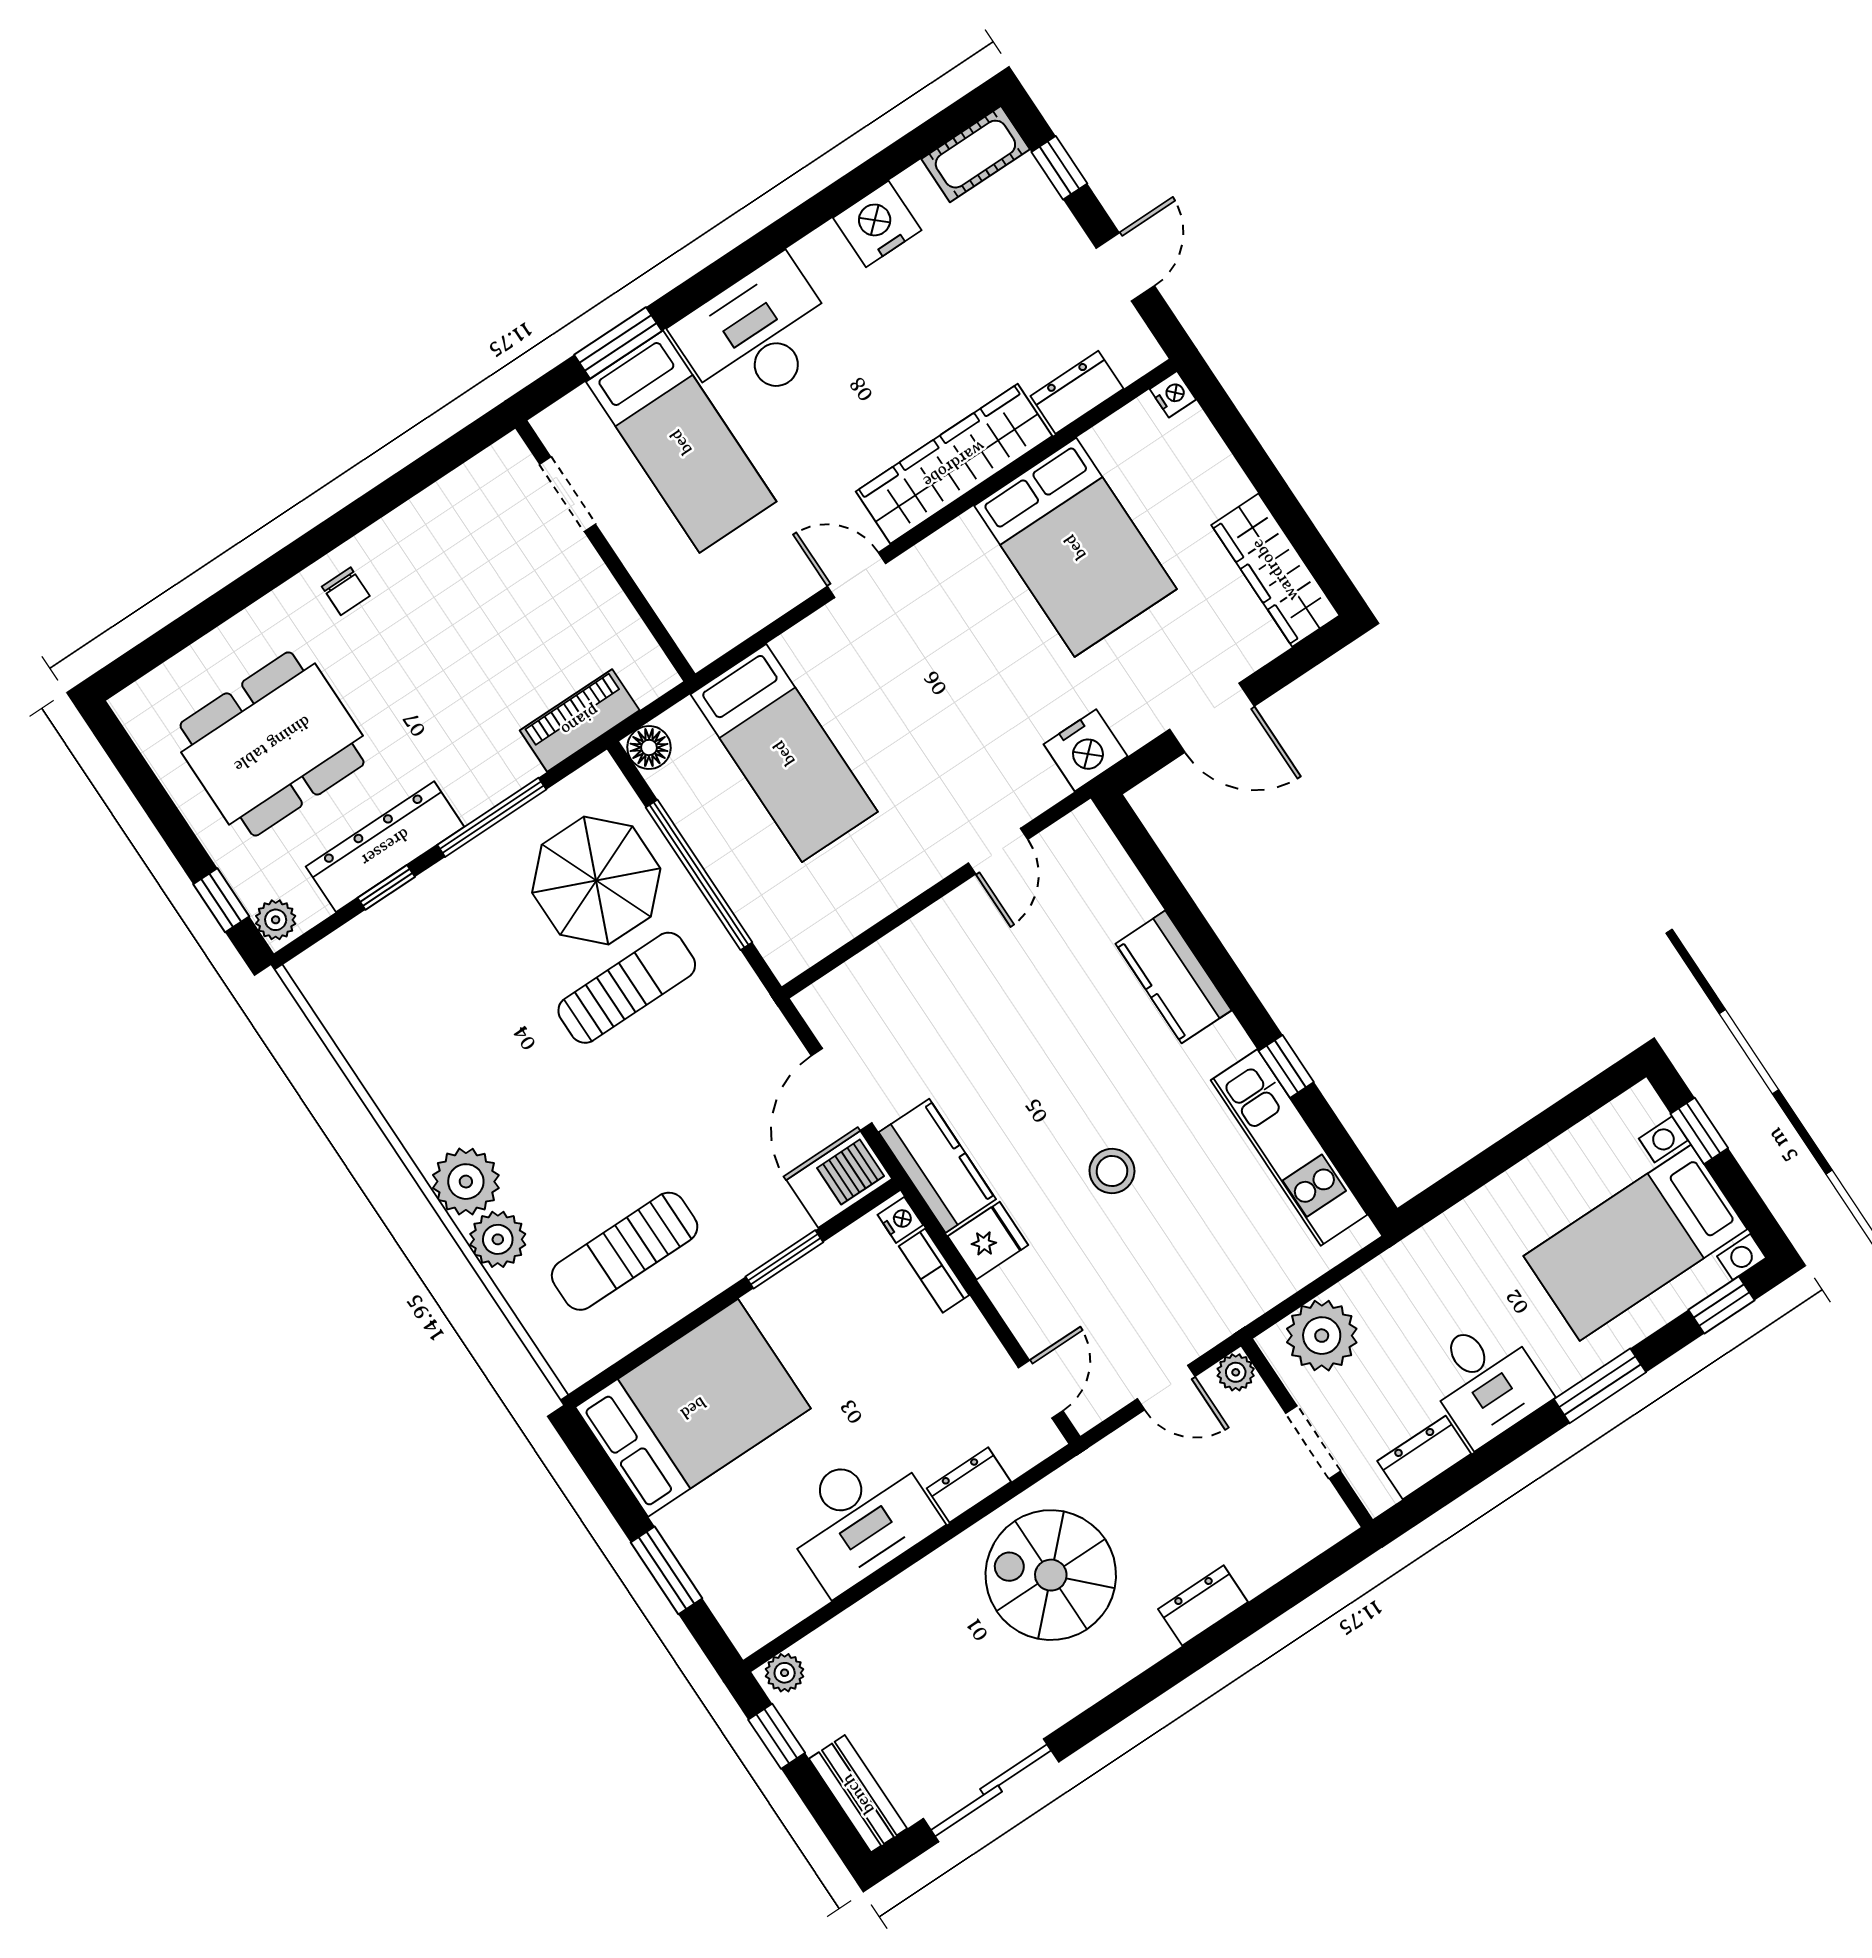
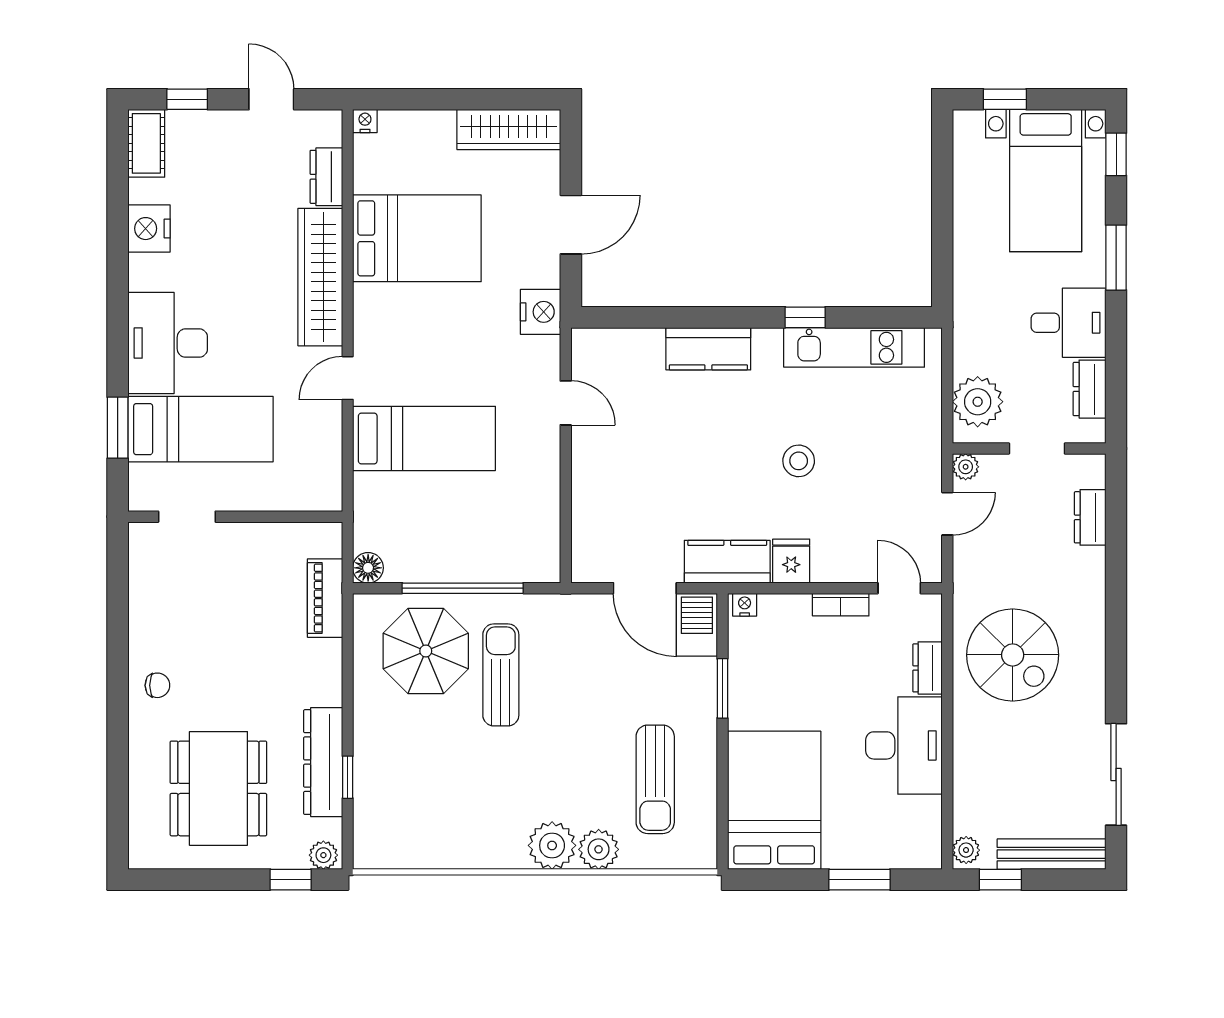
bed: (784, 753) -> (424, 438), moved
window: (492, 817) -> (348, 688), removed
bookcase: (934, 1271) -> (841, 605), moved
spiral stairs: (1051, 1575) -> (1013, 655), turned -90
dresser: (1203, 1605) -> (1090, 517), moved
bench: (858, 1794) -> (1052, 854), width x1.36

